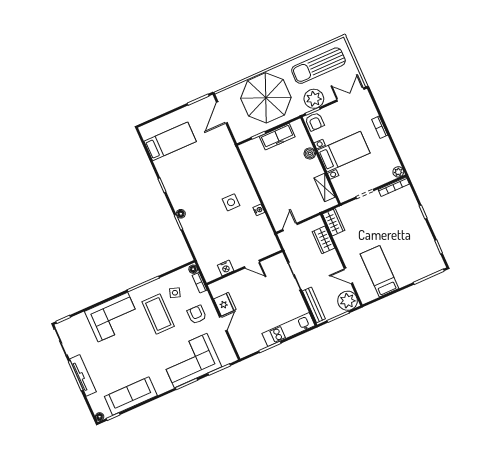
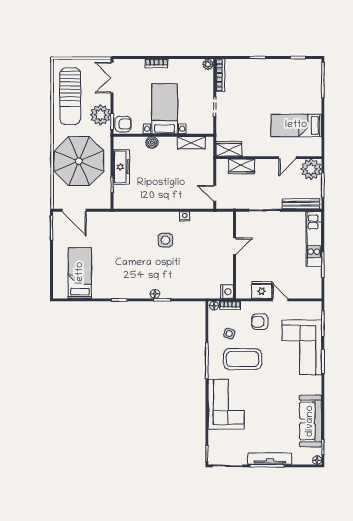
nightstand: (226, 268) -> (227, 292), moved

